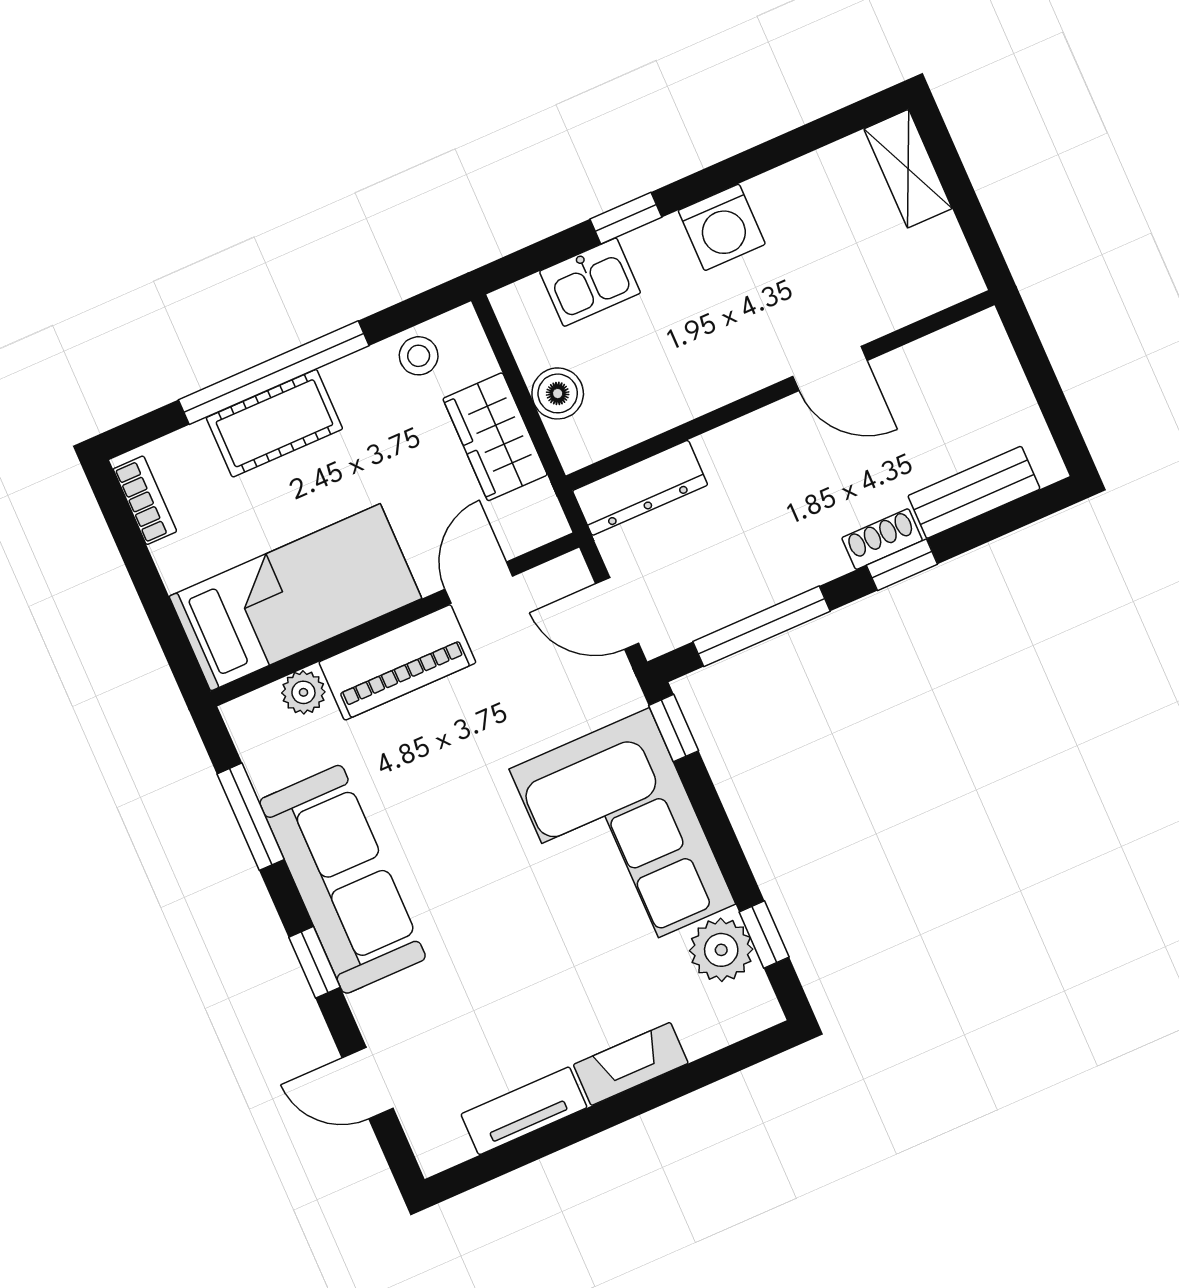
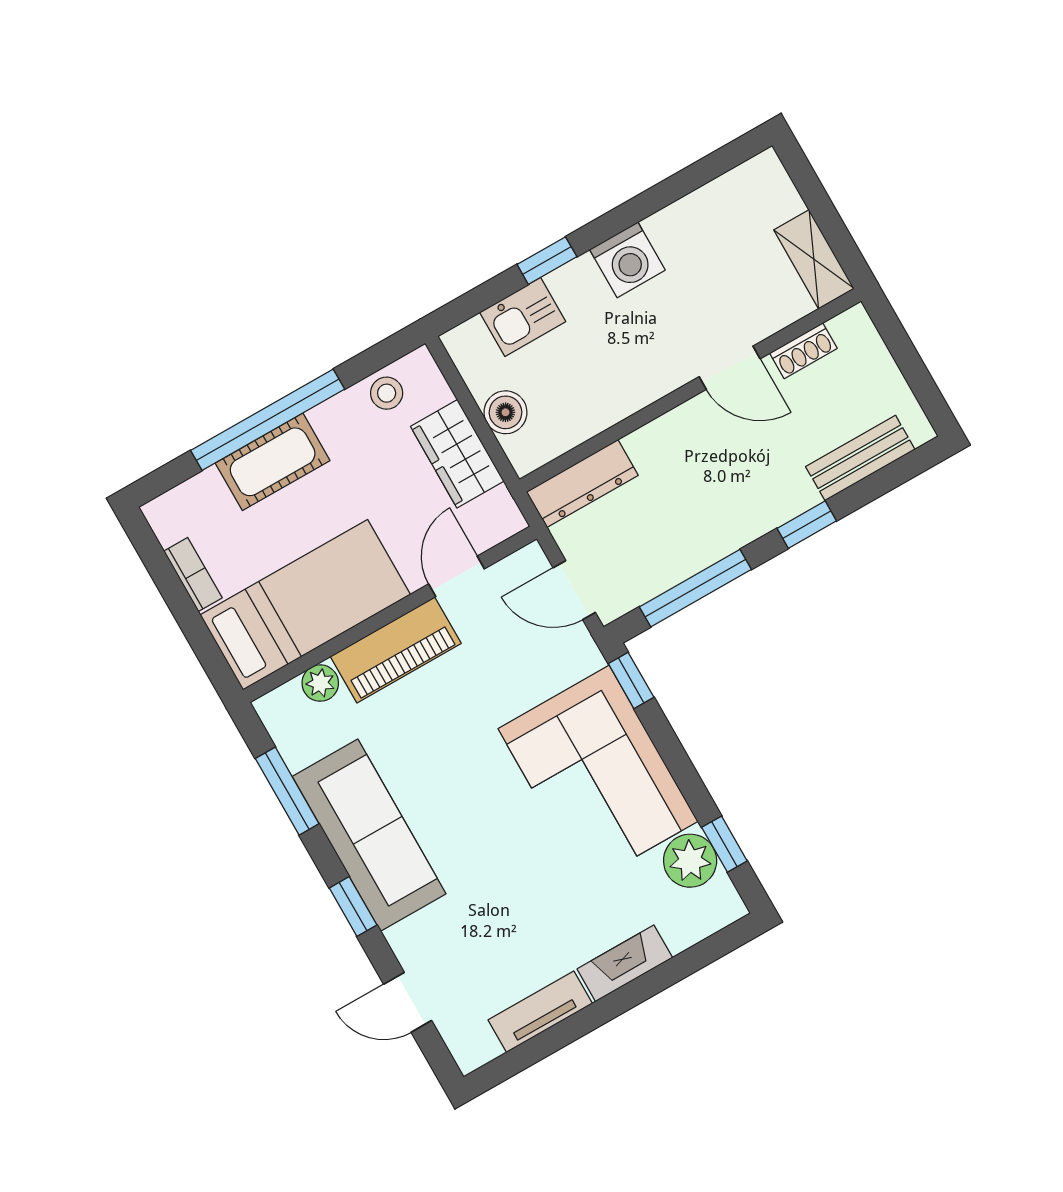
shelving: (908, 169) -> (814, 259), moved
bookcase: (145, 500) -> (193, 574), moved
shoe rack: (882, 539) -> (803, 351), moved, turned 180

